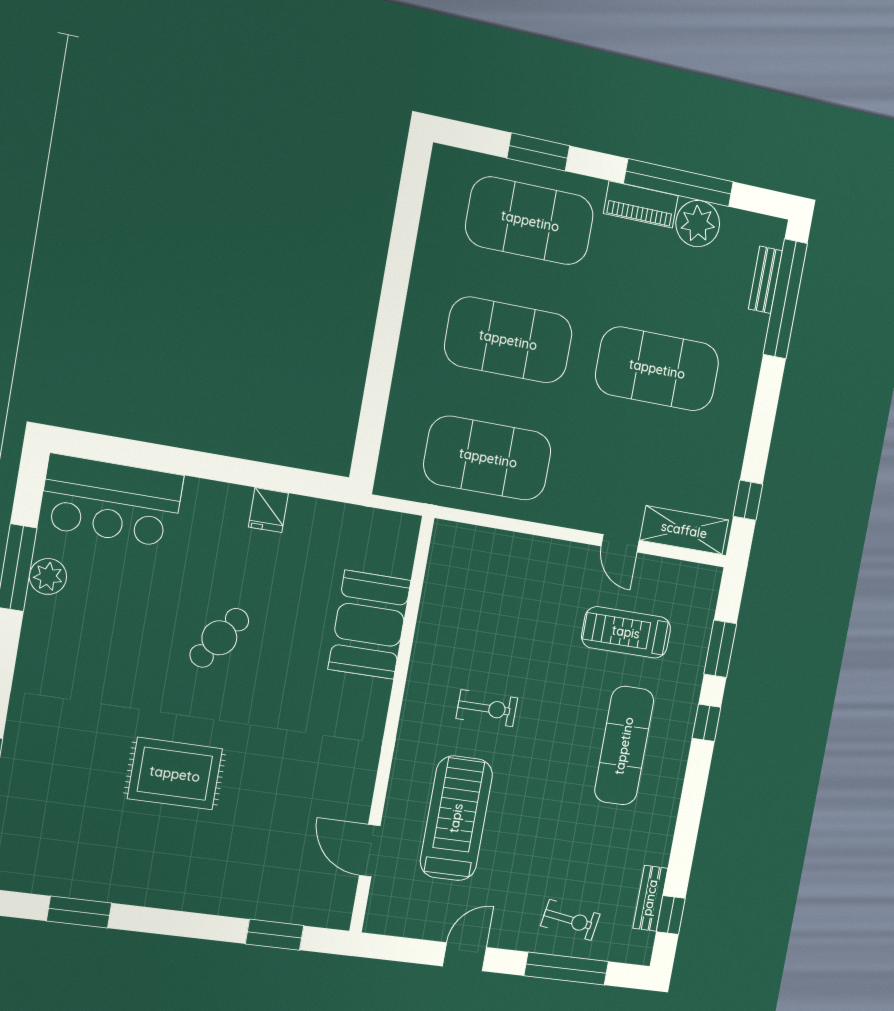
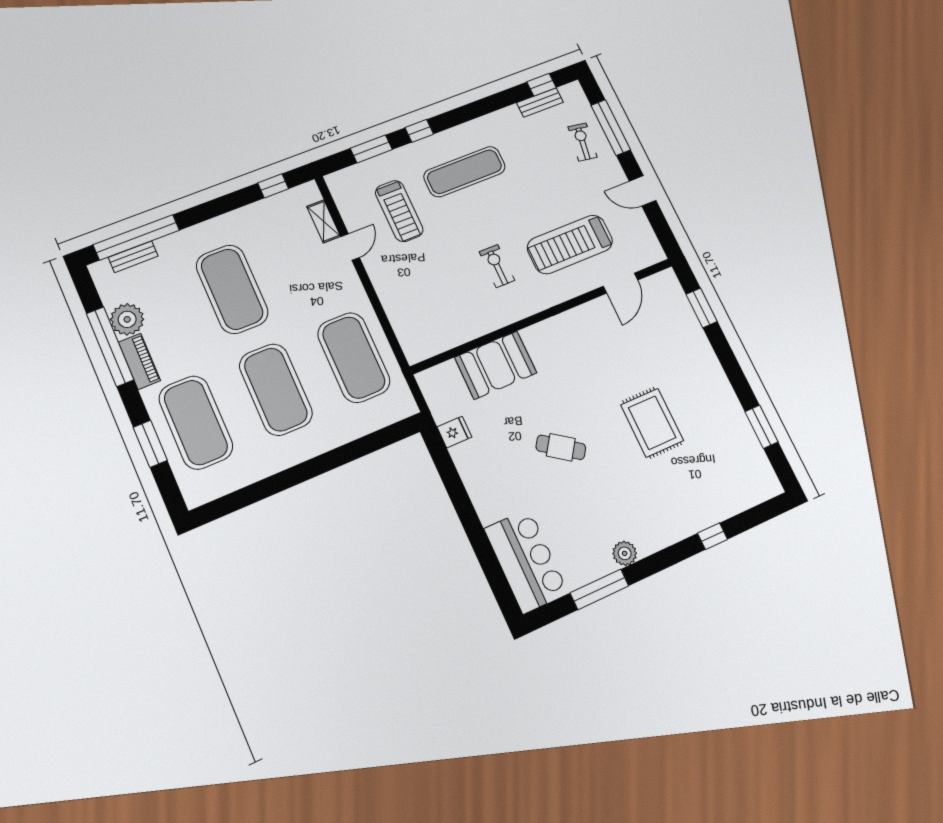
fridge: (268, 510) -> (454, 432), moved
shelving: (684, 530) -> (324, 221), width x0.67, depth x0.75
plant: (48, 576) -> (625, 553), moved

